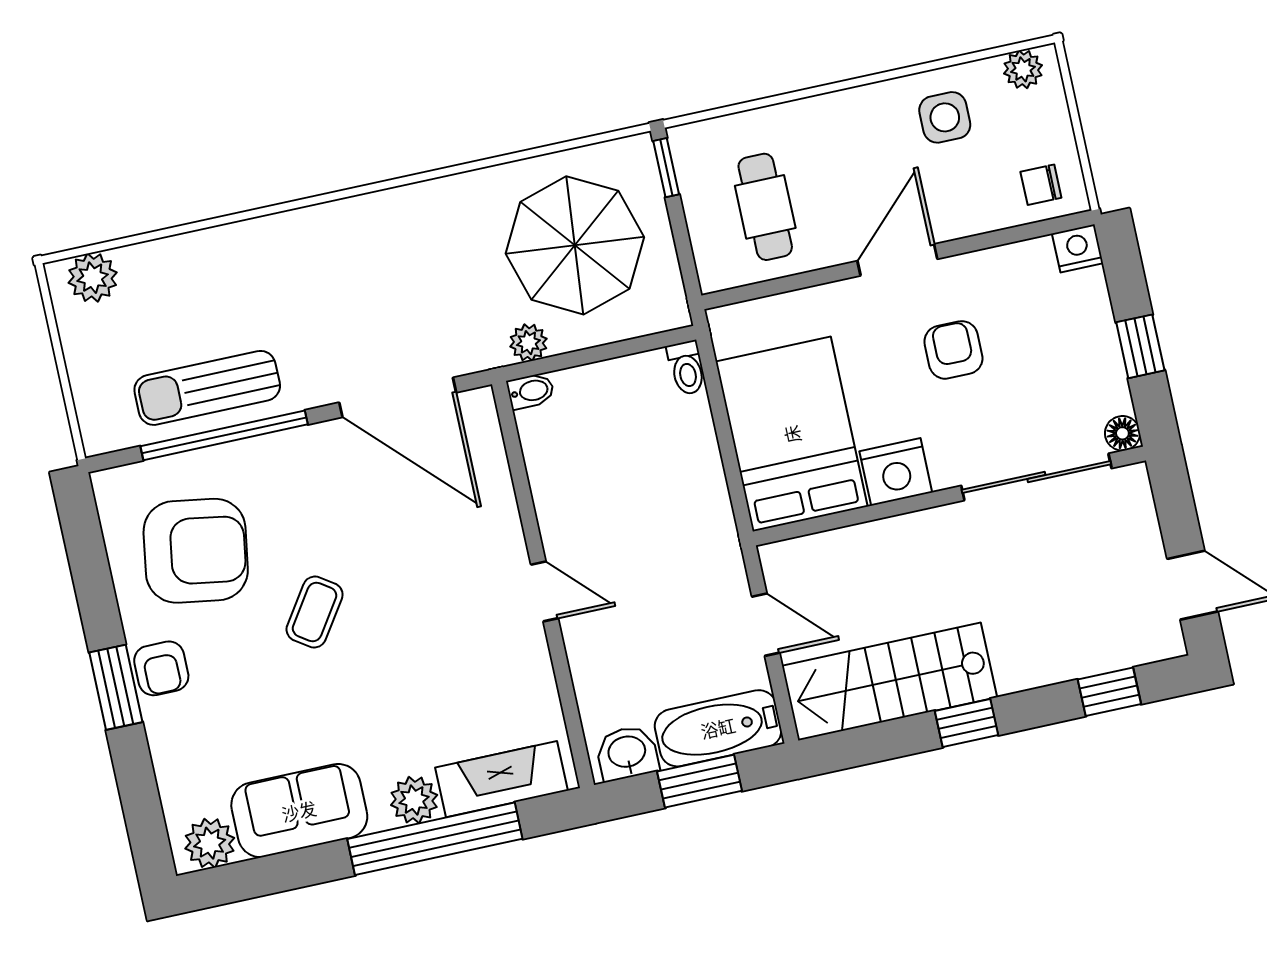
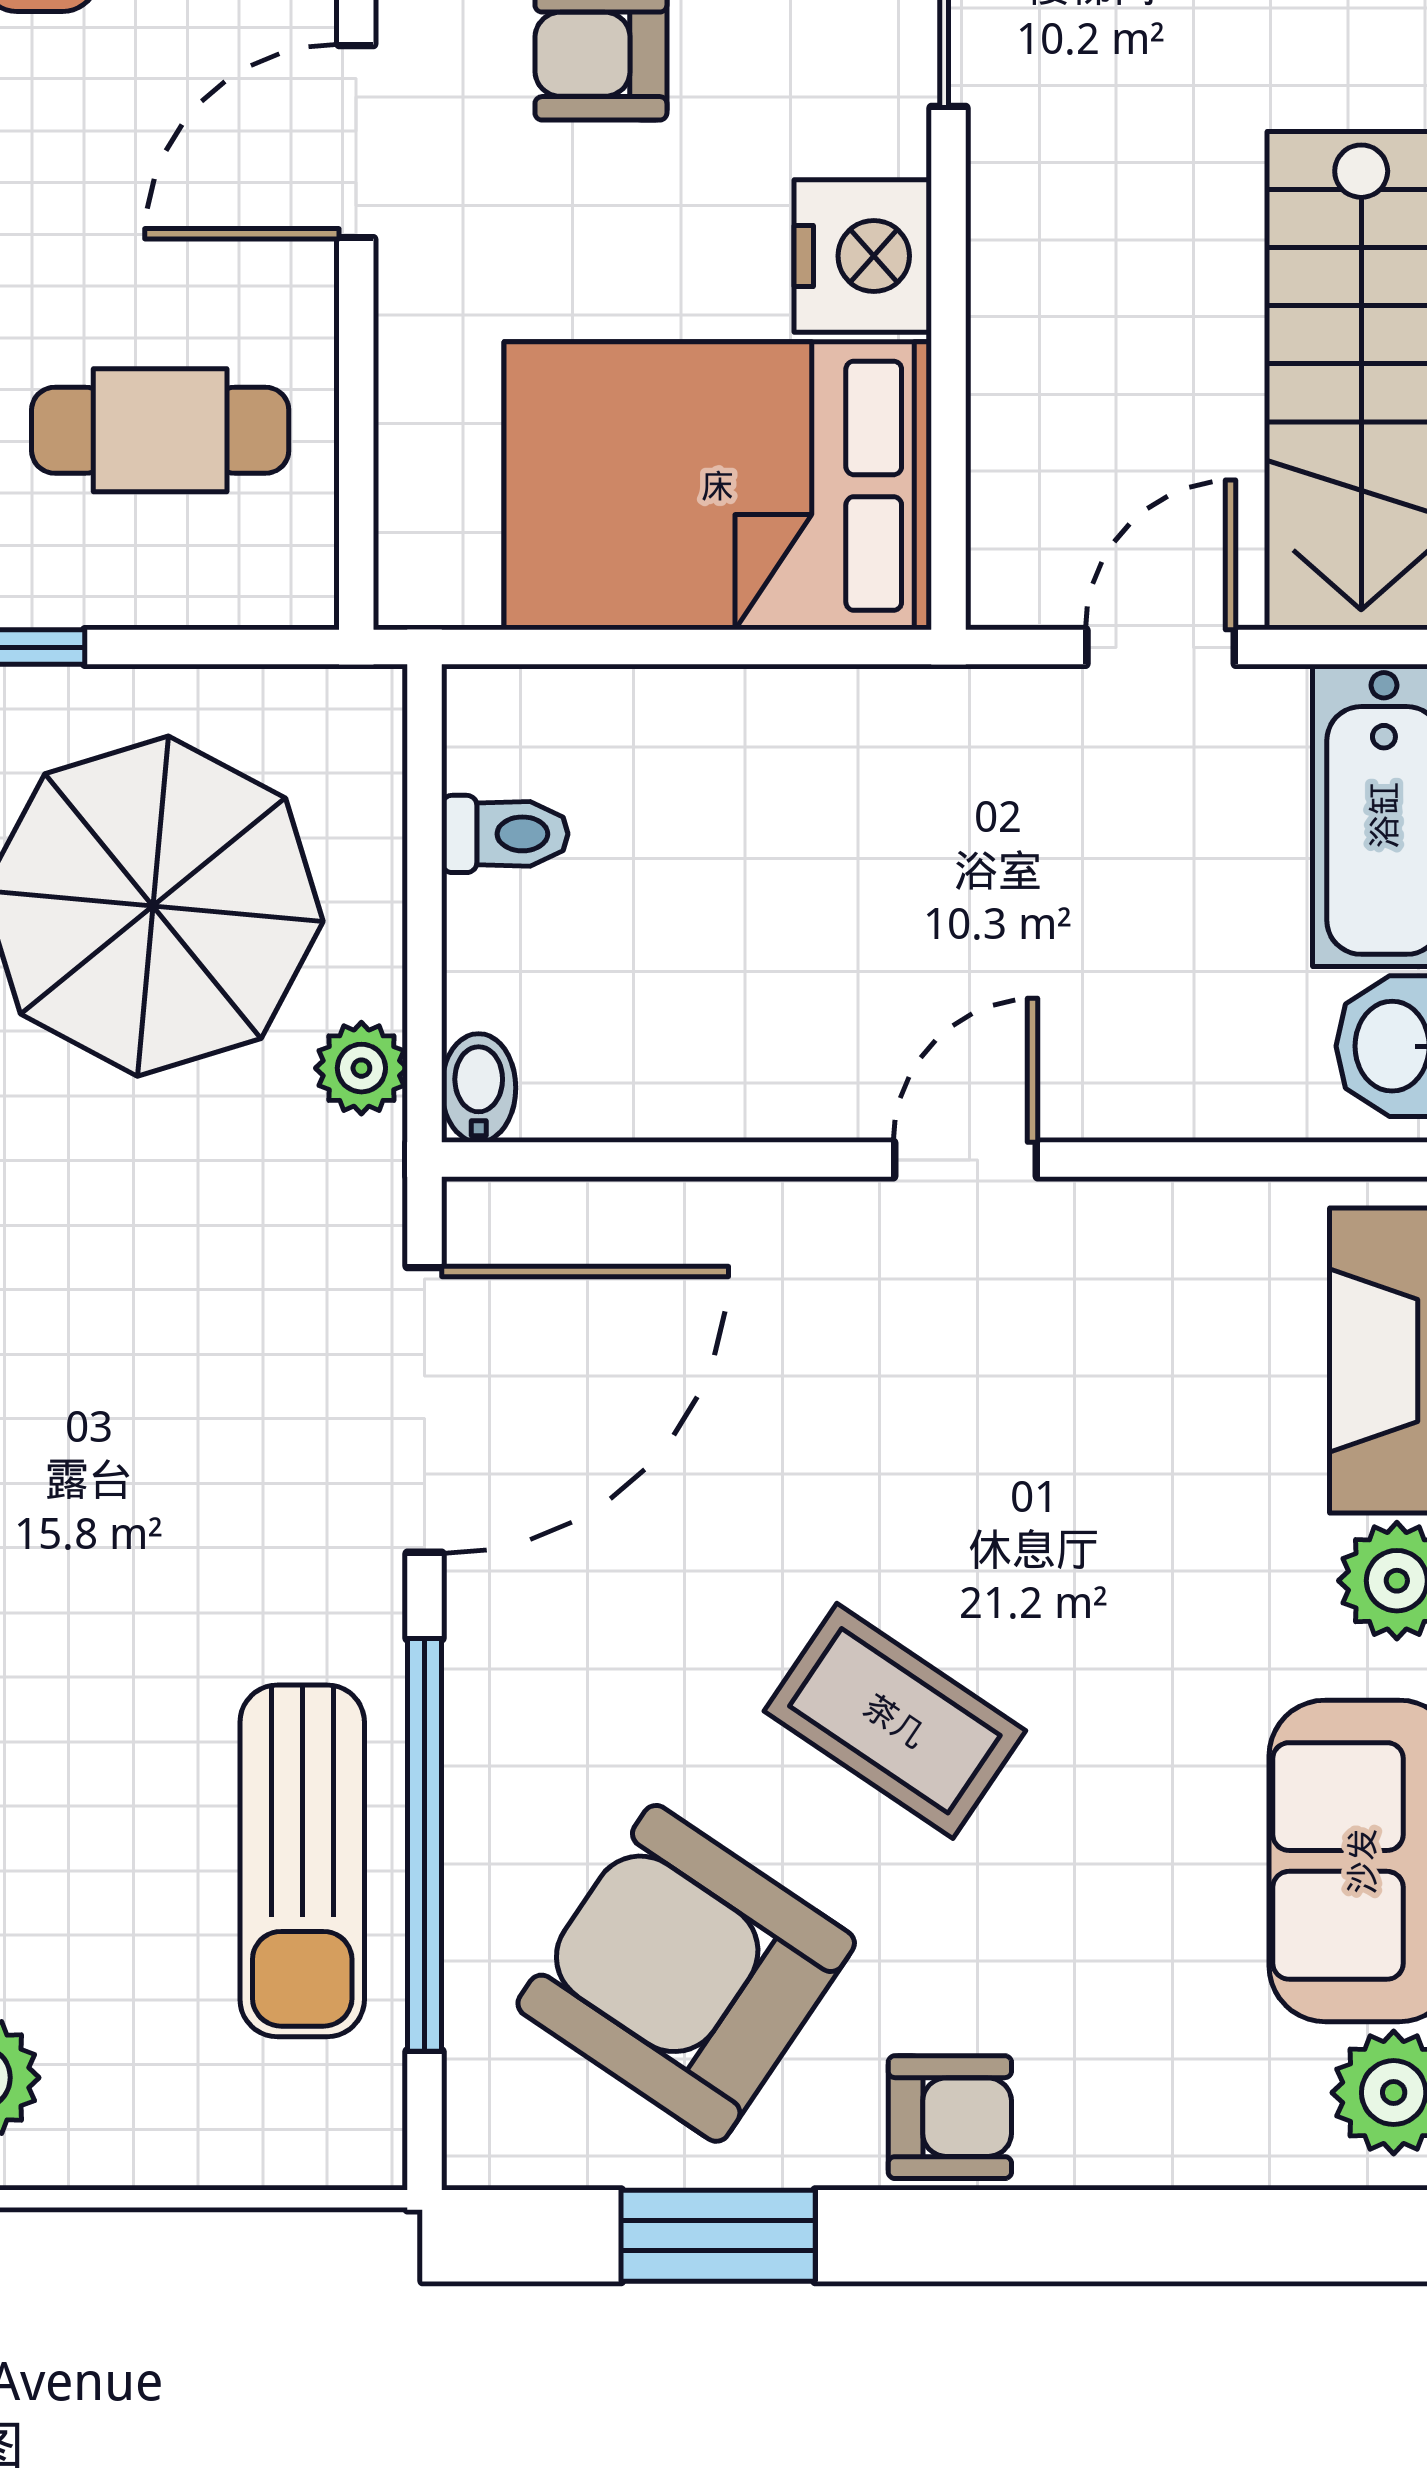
door: (897, 260) -> (356, 142), hinge flipped
toilet: (686, 368) -> (505, 834), moved
armchair: (196, 551) -> (686, 1973), turned -65
coffee table: (315, 612) -> (895, 1721), width x1.36, depth x1.30
window: (116, 687) -> (718, 2236), moved

